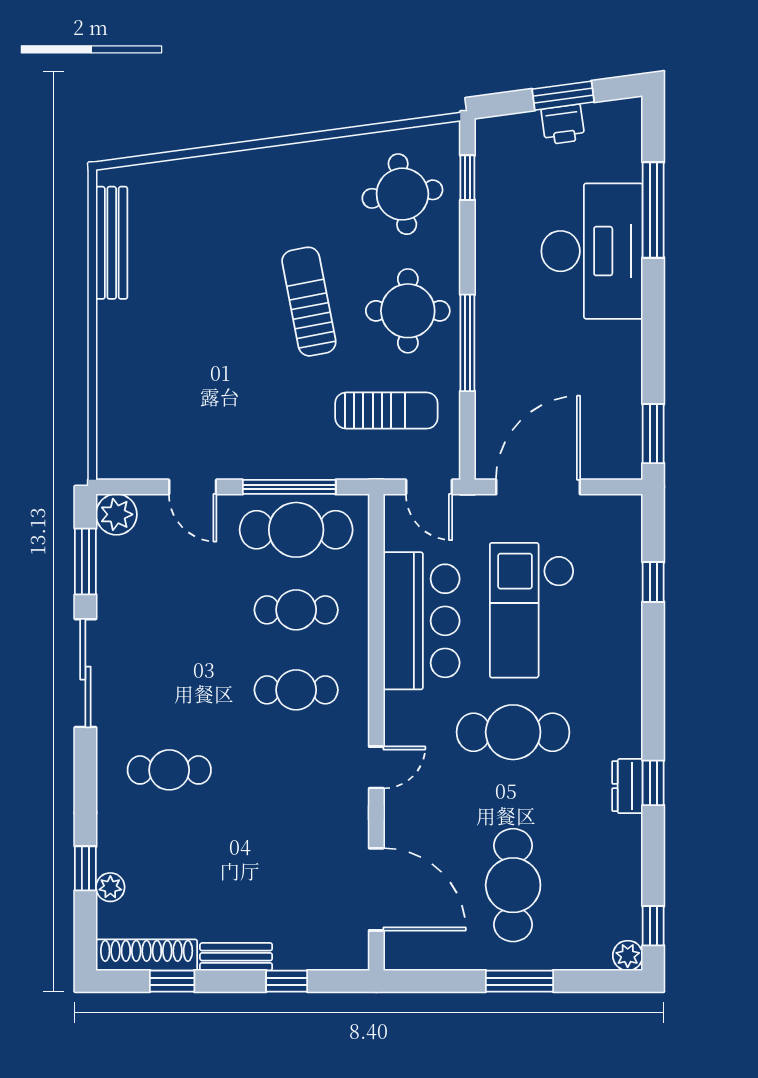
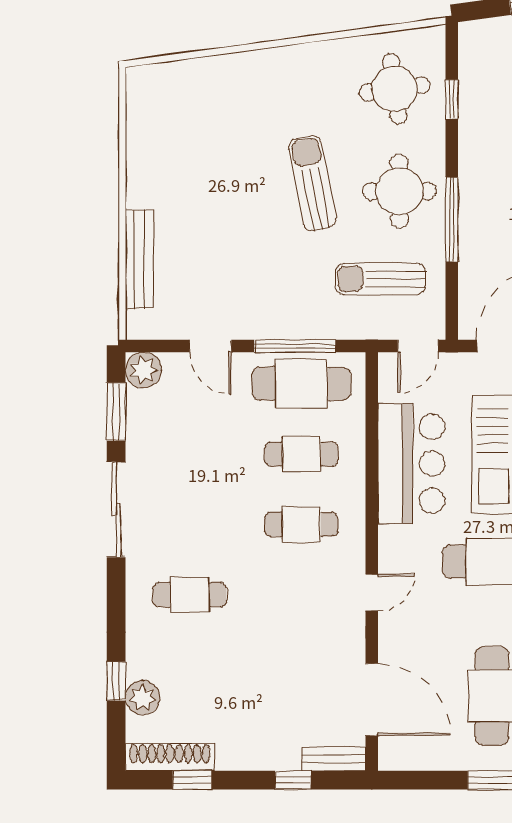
window: (467, 178) -> (452, 99), moved
bench: (112, 243) -> (139, 259), moved
sun lounger: (386, 411) -> (381, 279), turned 180
door: (429, 487) -> (418, 346), hinge flipped
plant: (110, 887) -> (143, 698), width x1.38, depth x1.38
bench: (236, 957) -> (334, 759), moved

